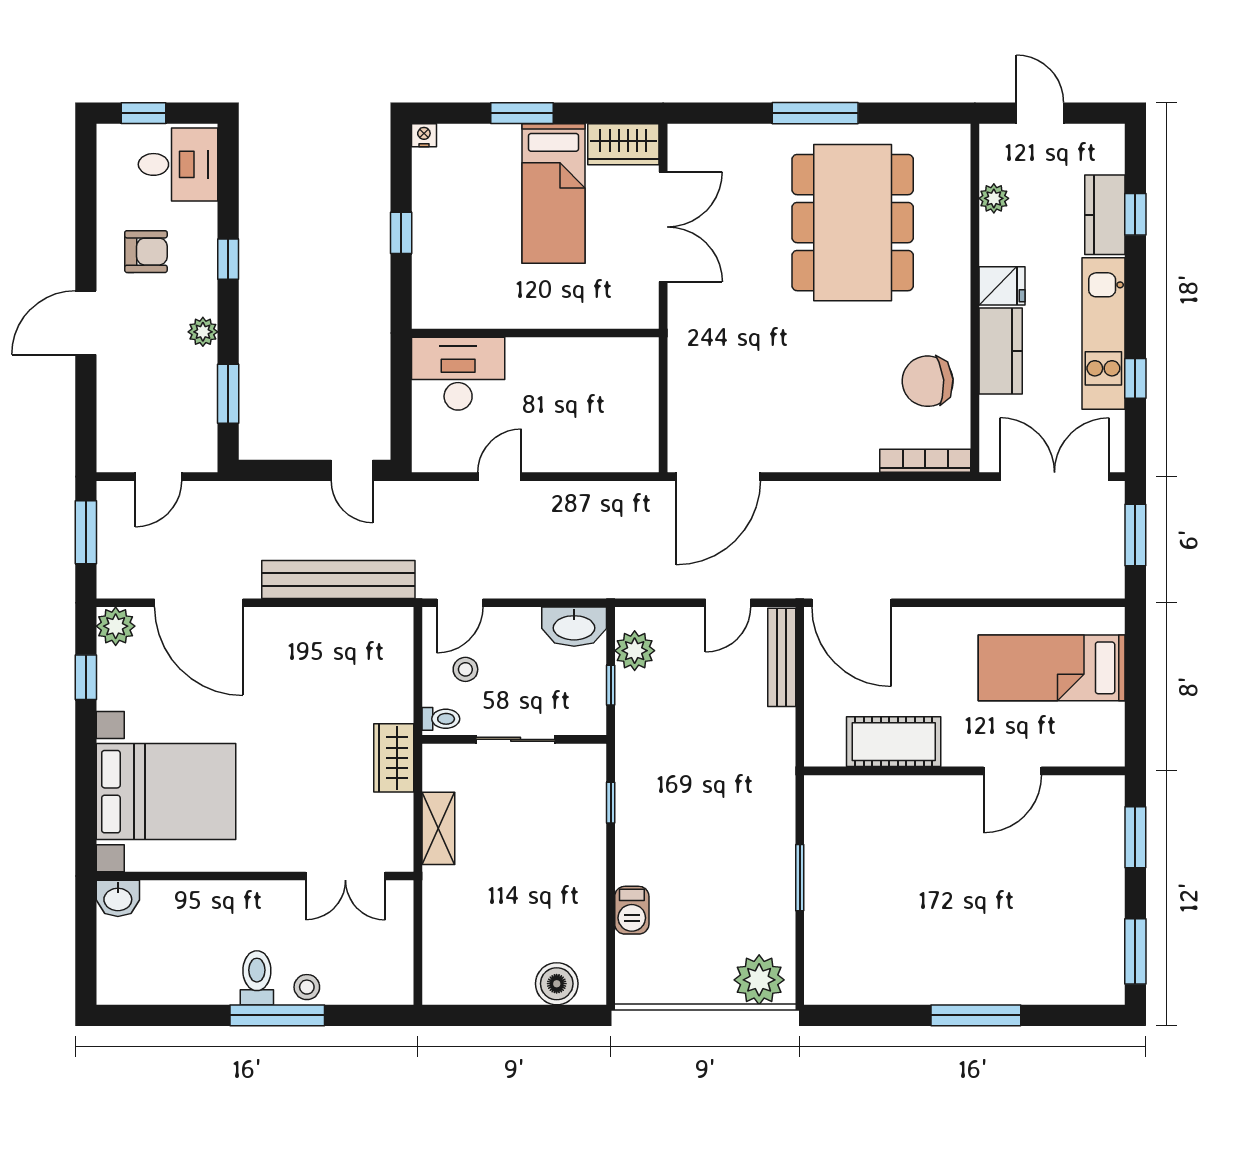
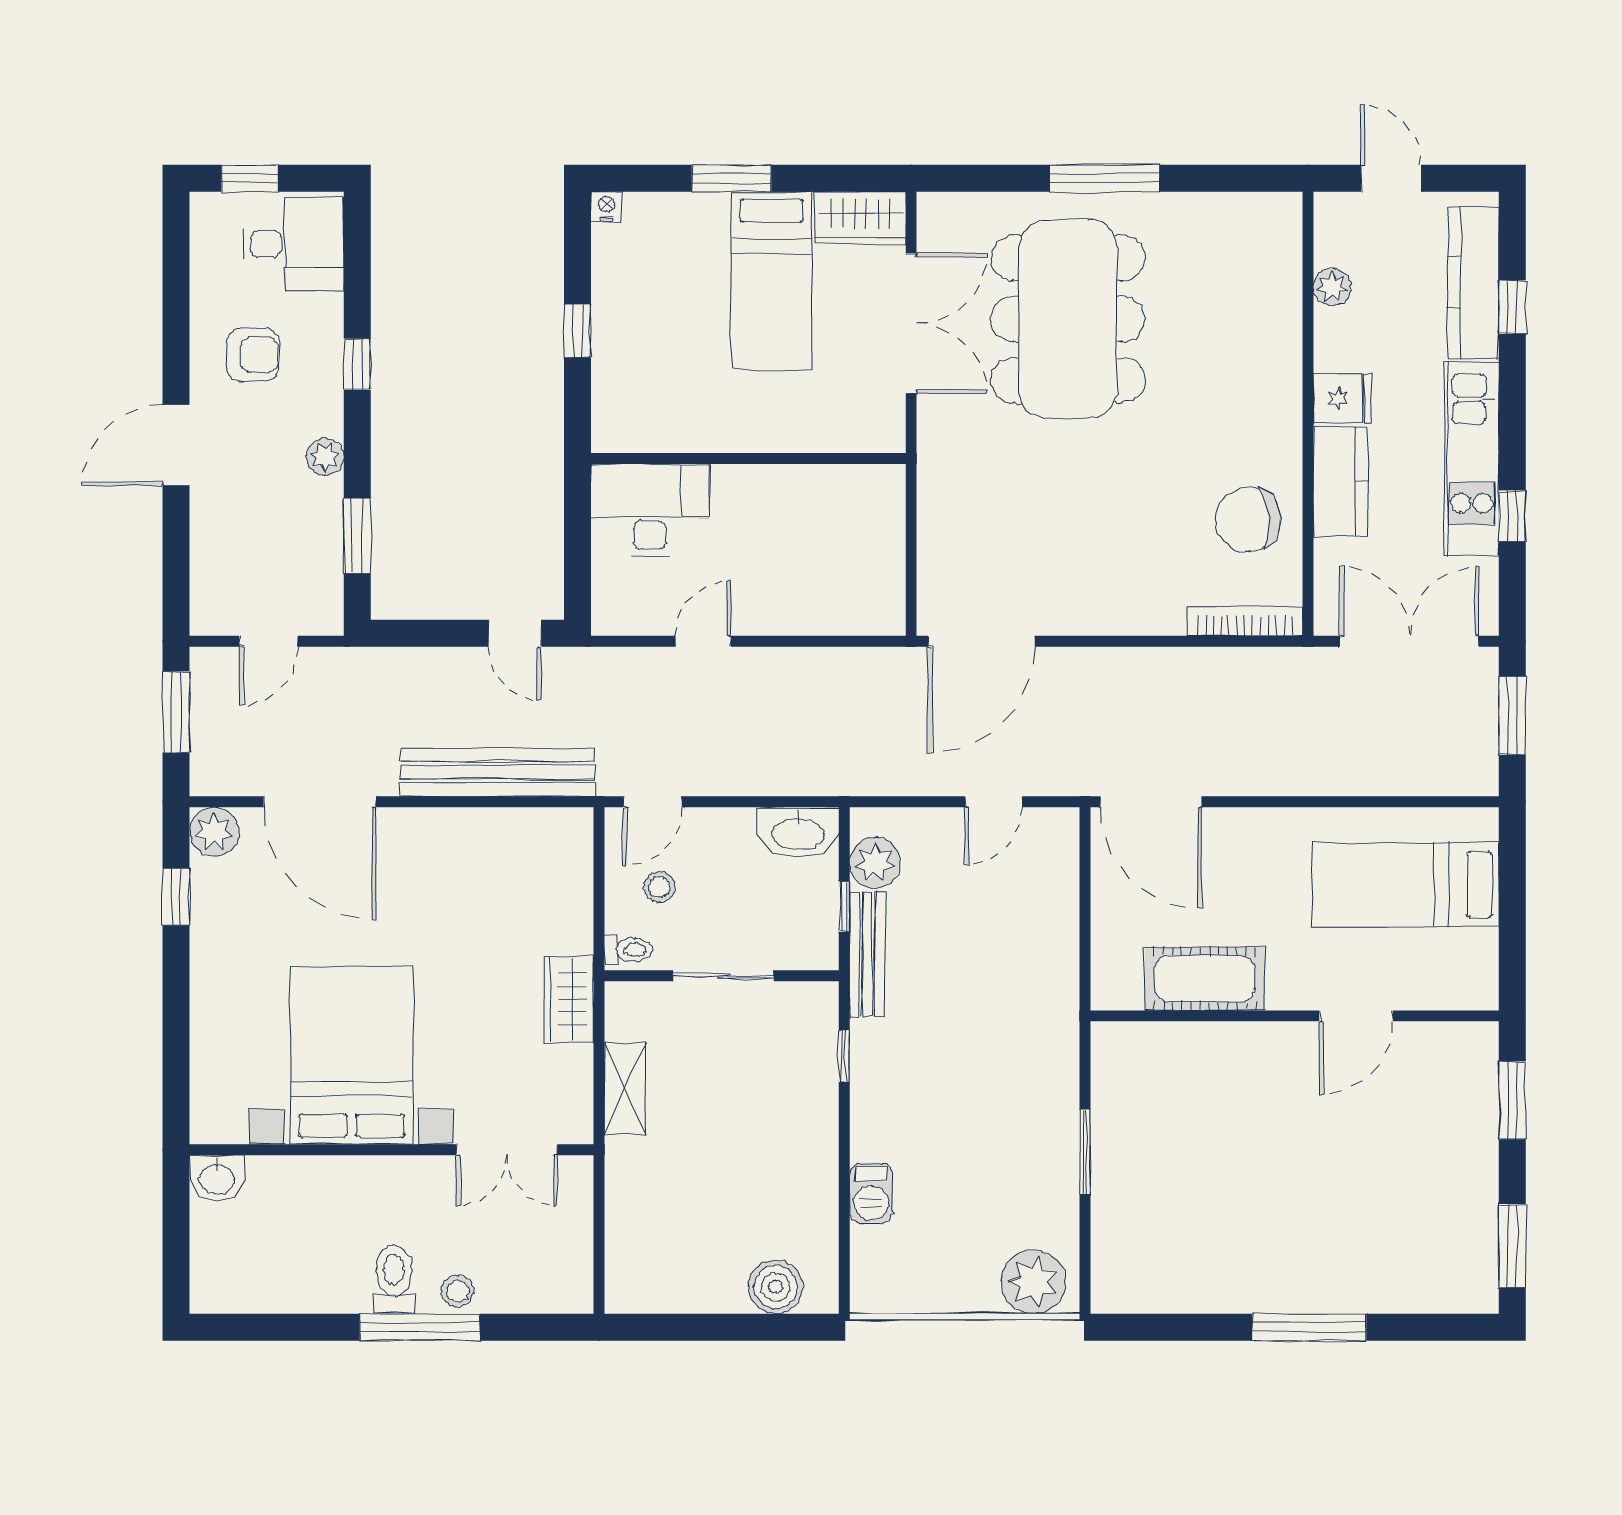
kitchen counter: (1105, 215) -> (1473, 282), width x1.50
dining table: (853, 223) -> (1068, 319), moved
bench: (782, 657) -> (867, 954), moved
bed with nightstands: (166, 792) -> (352, 1056), moved, turned -90

